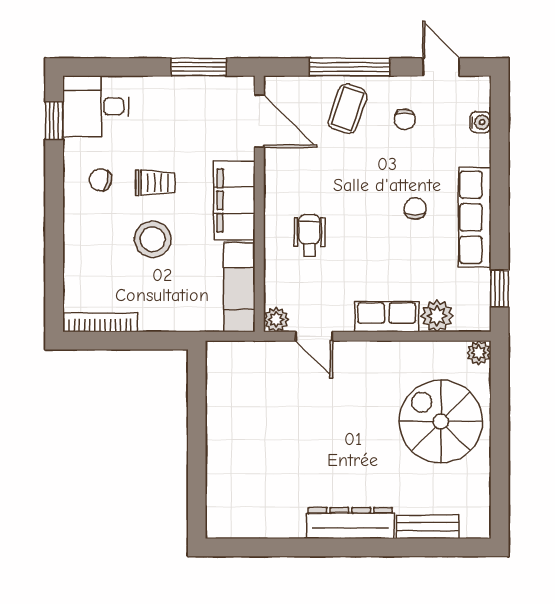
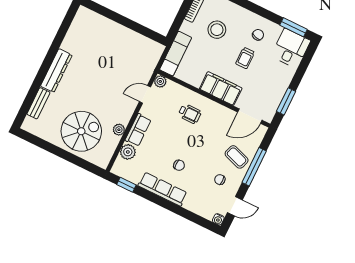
window: (54, 121) -> (293, 27), width x1.50
water cooler: (480, 122) -> (218, 219), moved
stool: (153, 239) -> (217, 30), moved
exam couch: (239, 287) -> (176, 54), moved, turned 90
plant: (479, 353) -> (119, 130), moved

